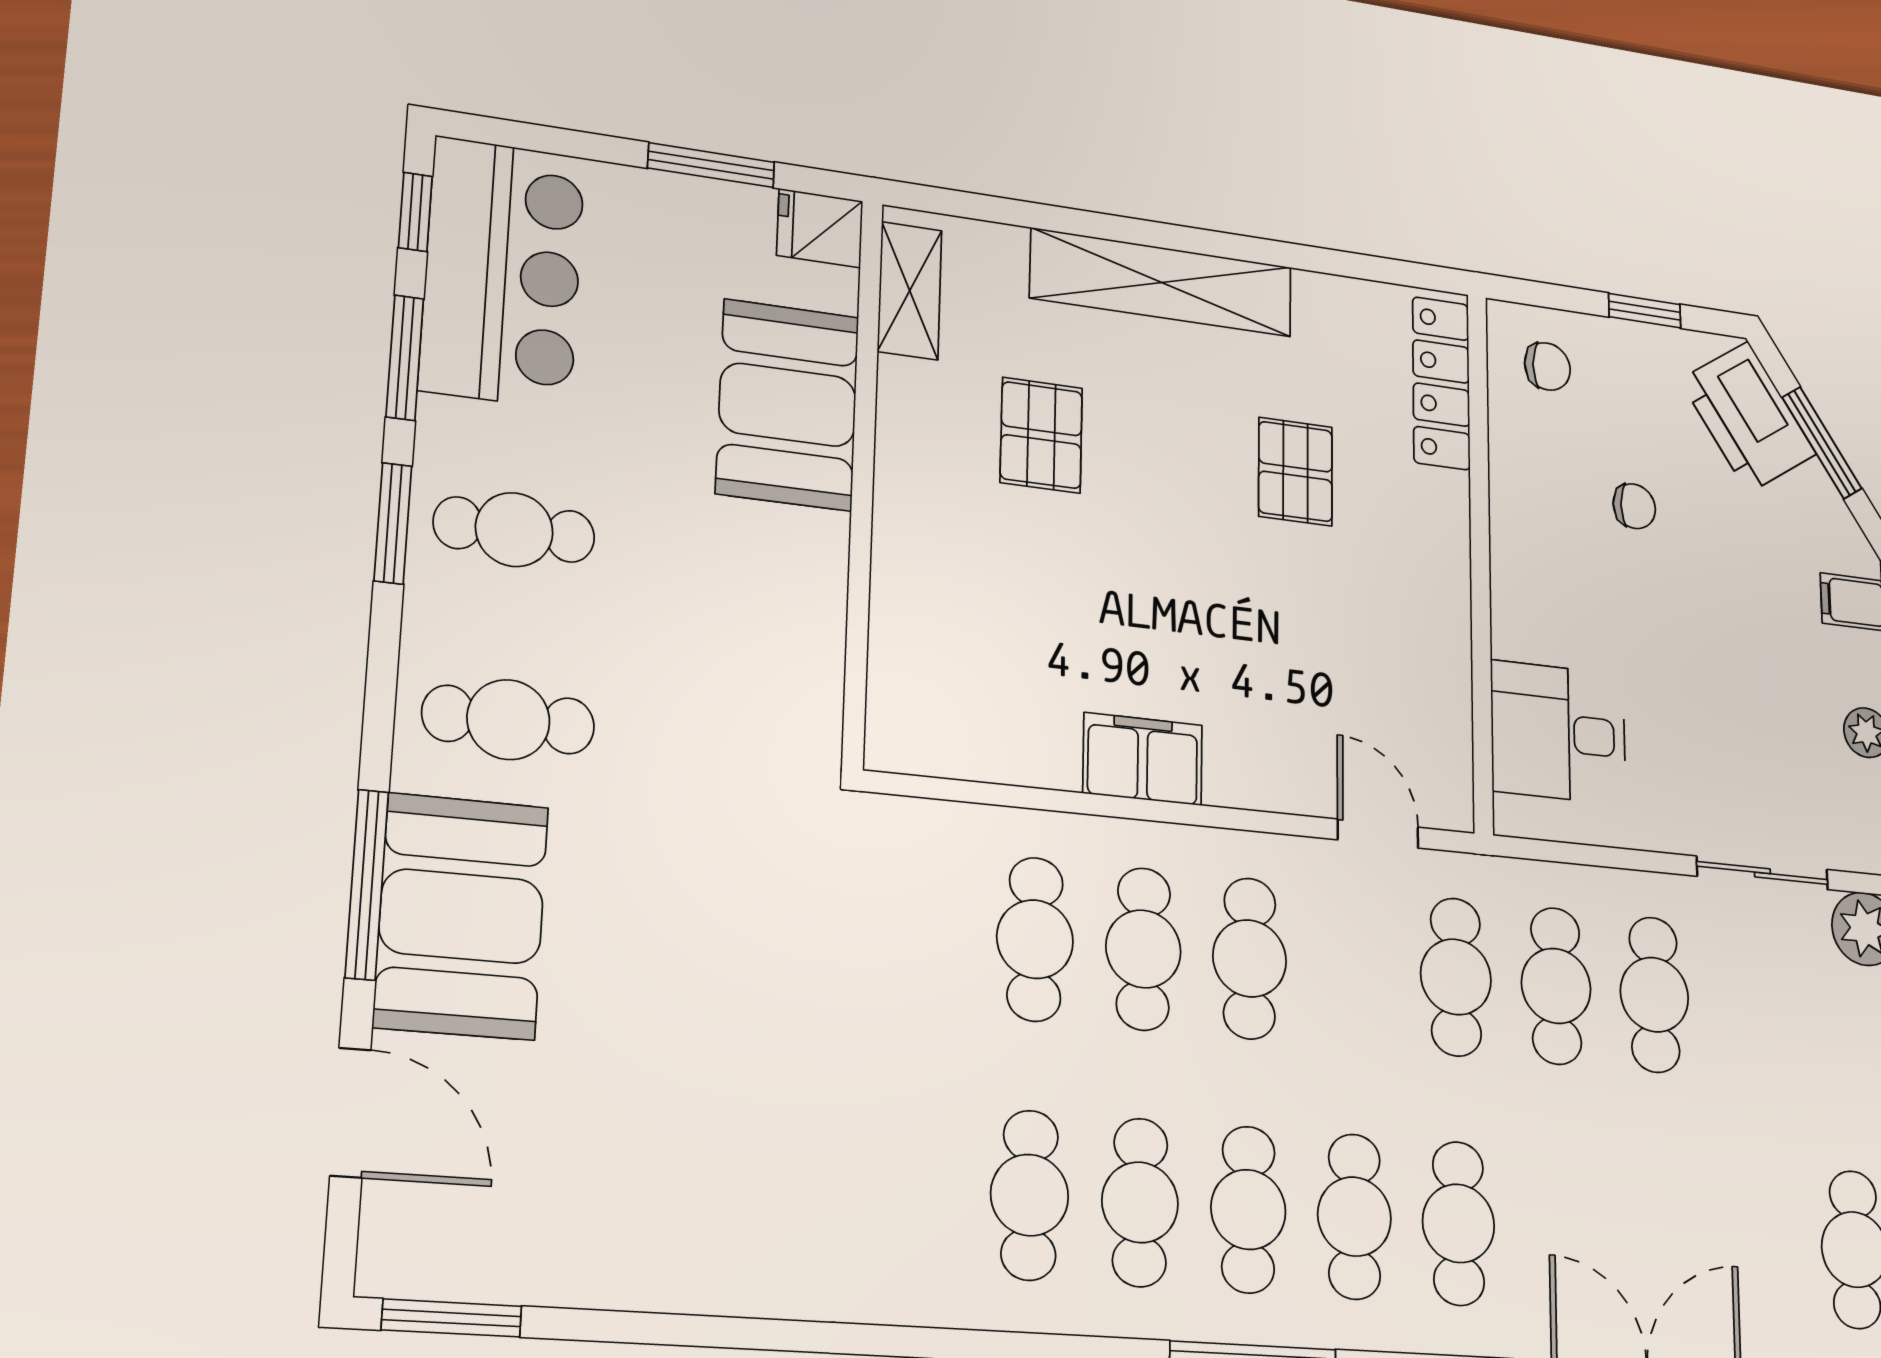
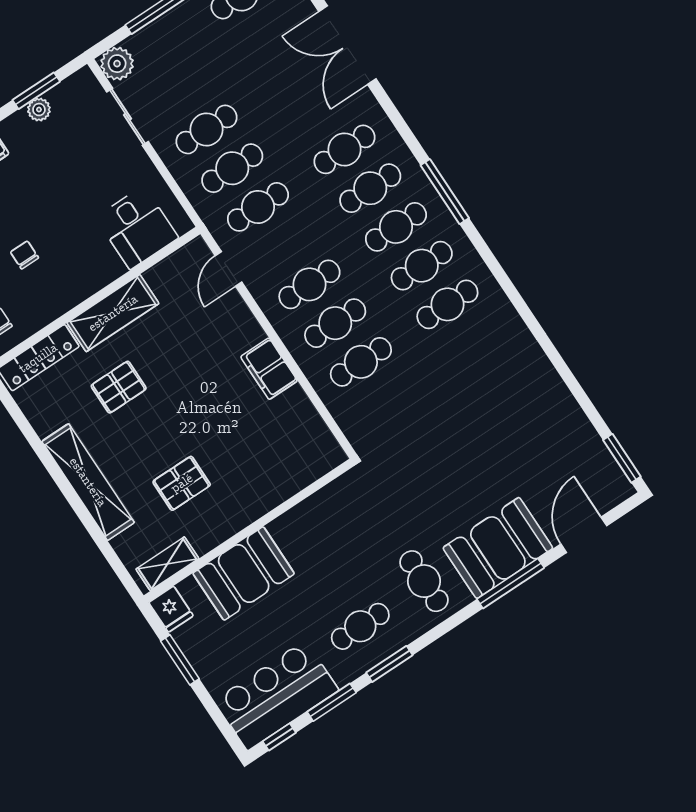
cafe table: (514, 530) -> (360, 626), turned 90
shelving: (1434, 569) -> (113, 313), added

